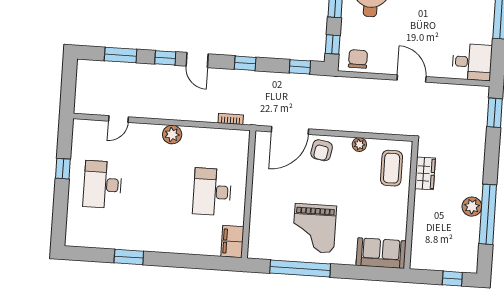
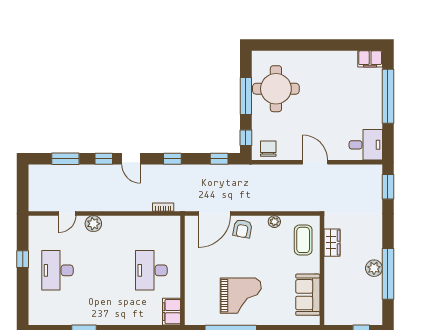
plant: (172, 135) -> (93, 224), moved
grand piano: (314, 228) -> (241, 296), turned -90
sofa: (381, 253) -> (308, 295), moved, turned -90

